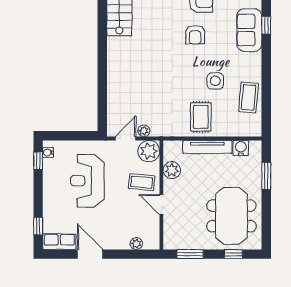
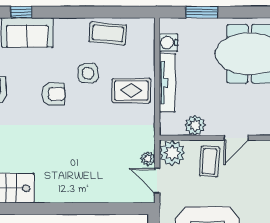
armchair: (195, 35) -> (53, 94), moved

